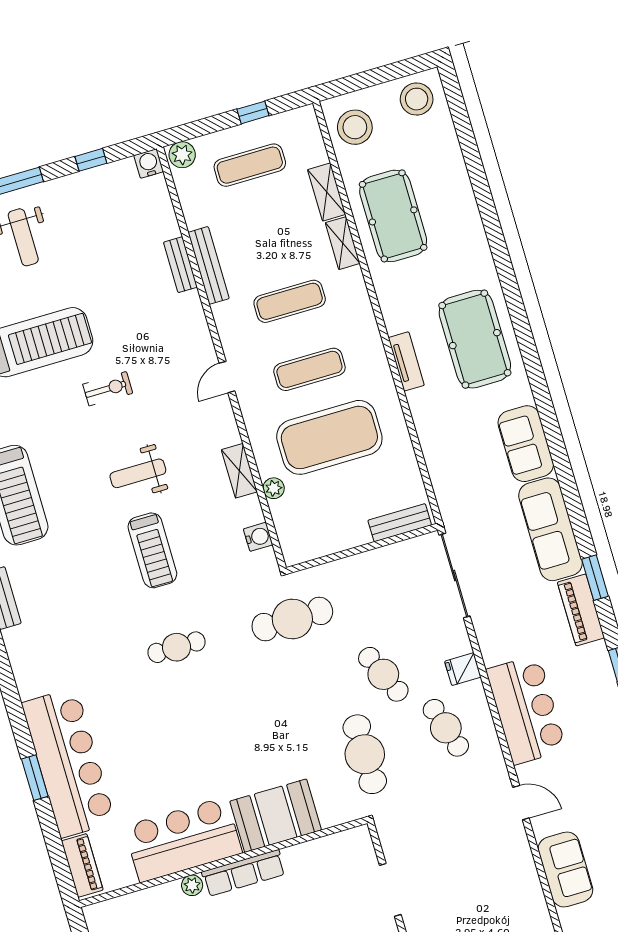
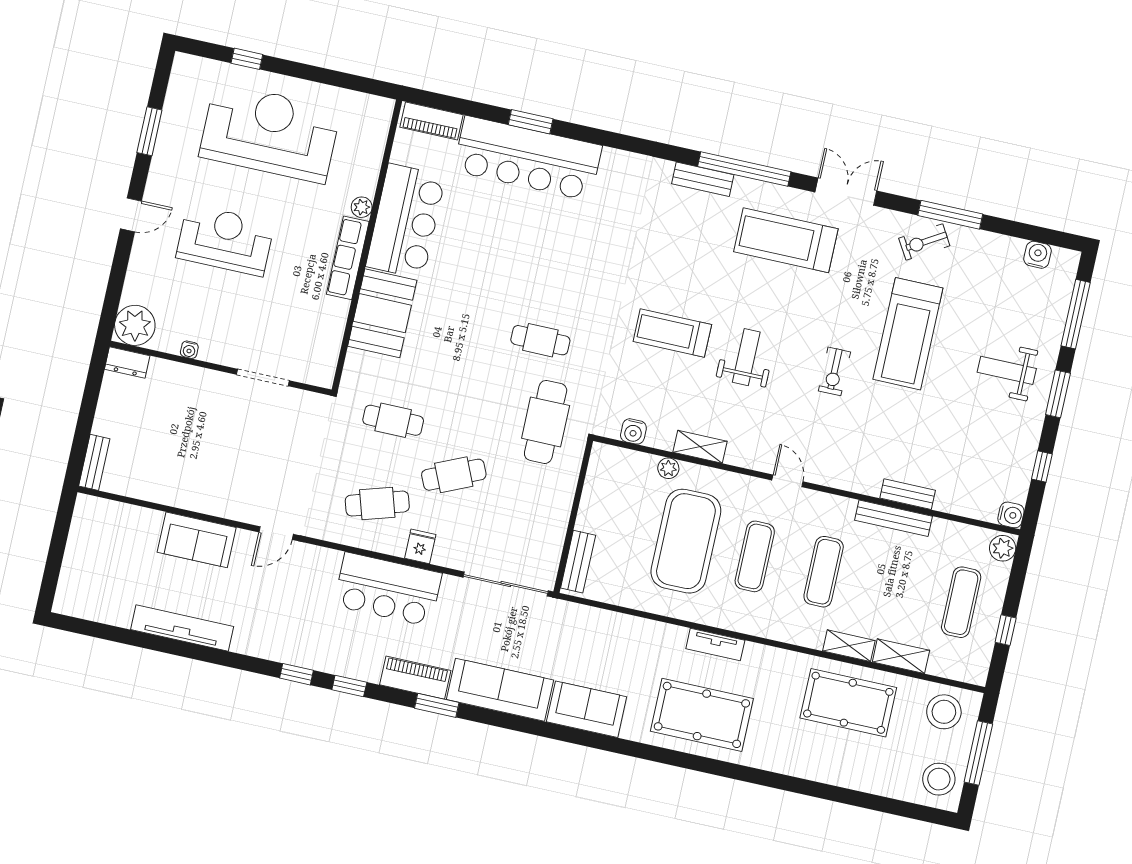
window: (374, 77) -> (978, 753), added
cafe table: (176, 647) -> (540, 340), moved, turned 90
bar counter: (526, 710) -> (388, 589), moved
cafe table: (365, 754) -> (393, 420), width x0.73, depth x0.74

